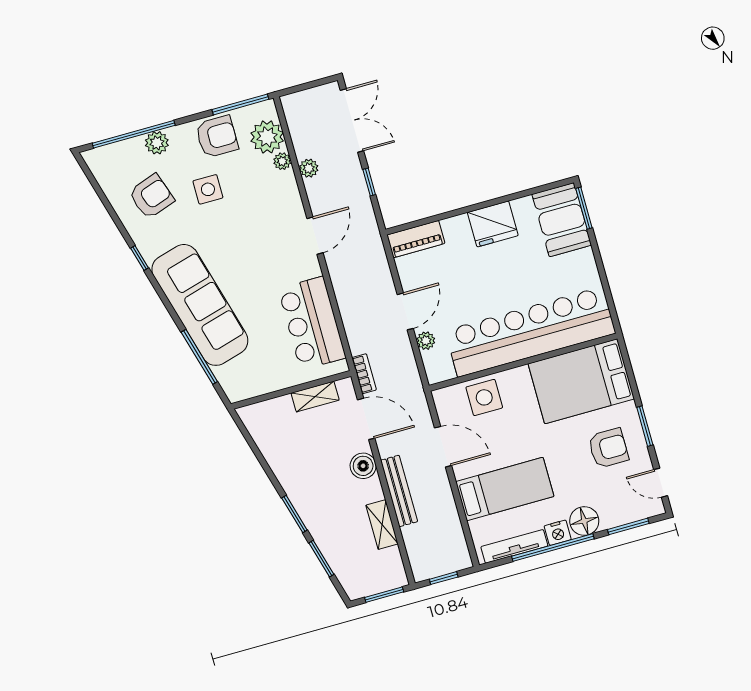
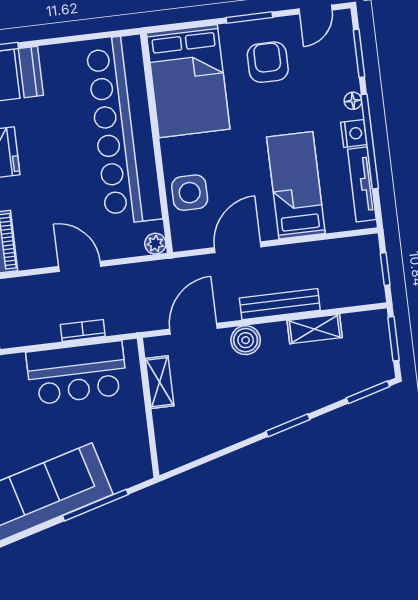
plant: (426, 341) -> (155, 244), moved
bookcase: (364, 374) -> (83, 330), moved
floor lamp: (584, 521) -> (353, 101), width x0.53, depth x0.53
window: (321, 559) -> (368, 392), moved

